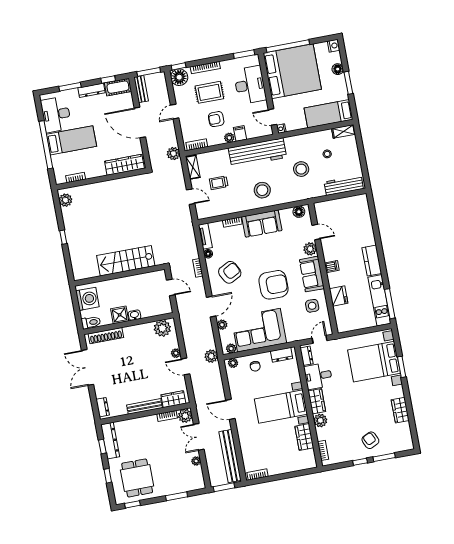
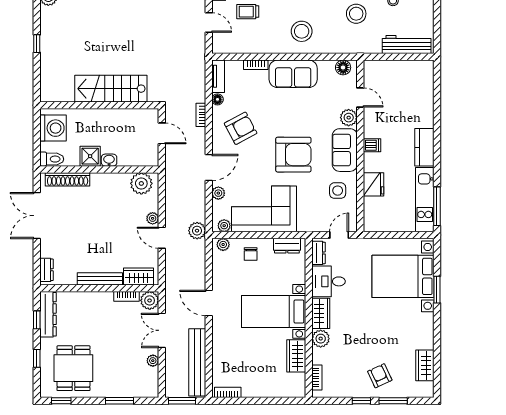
wardrobe: (400, 410) -> (425, 365), moved

